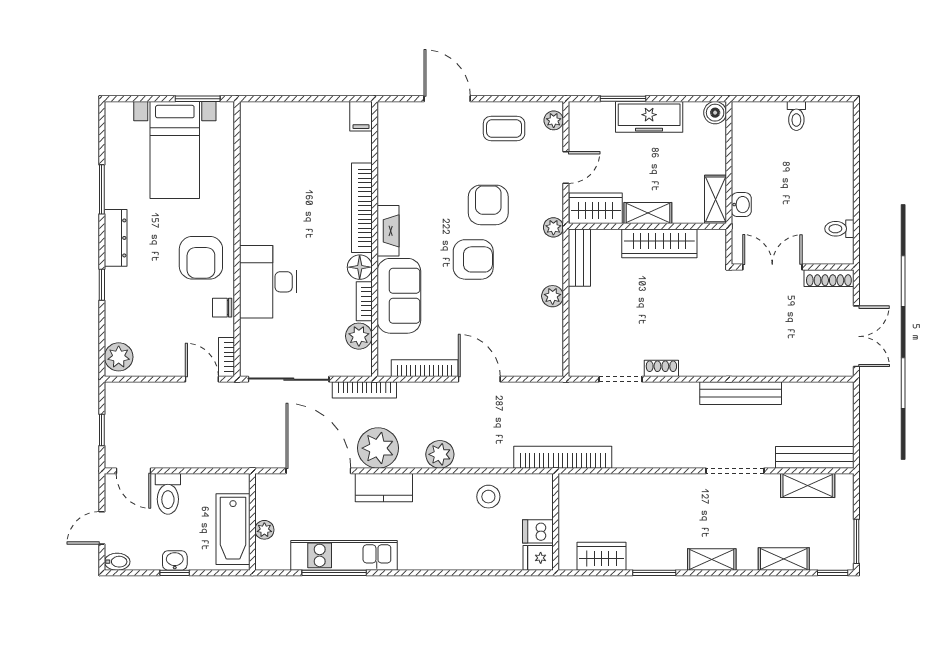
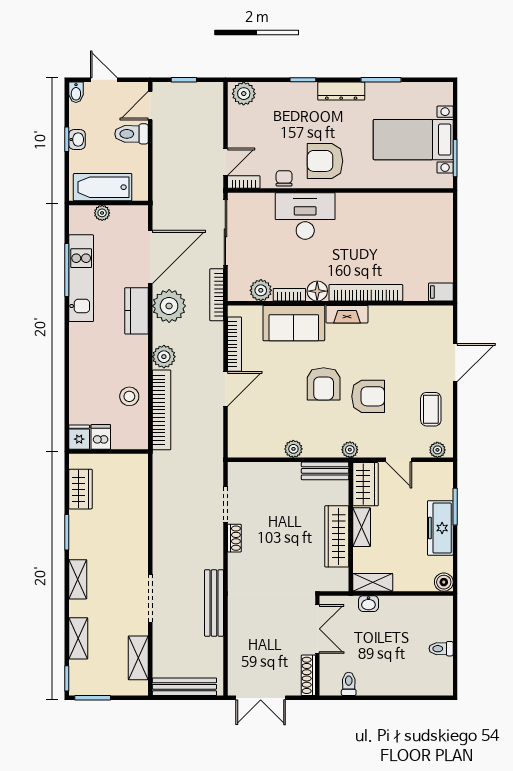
bookcase: (563, 457) -> (162, 410), moved
bench: (815, 457) -> (184, 687), moved, turned 90

